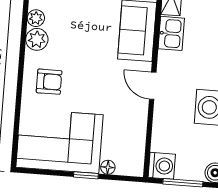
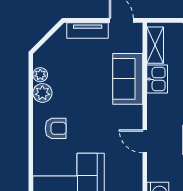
door: (153, 86) -> (145, 141), moved

